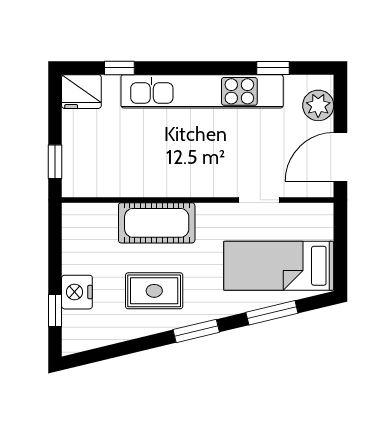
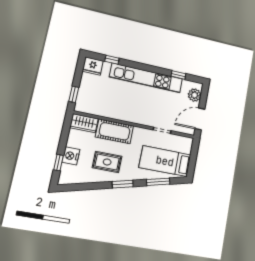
wardrobe: (89, 218) -> (84, 123), added

